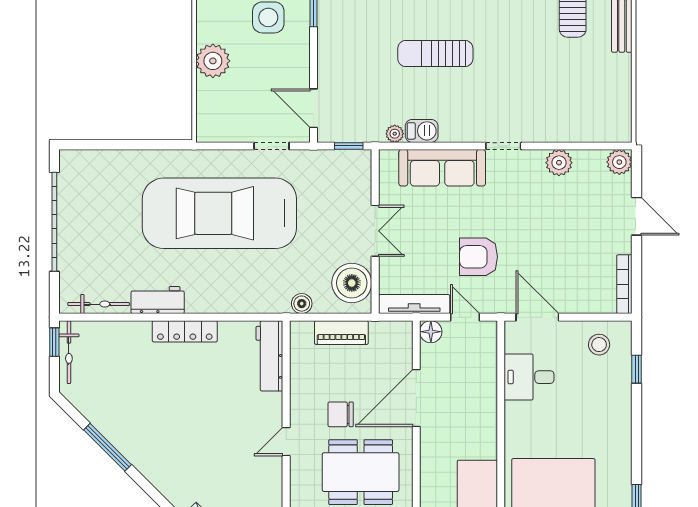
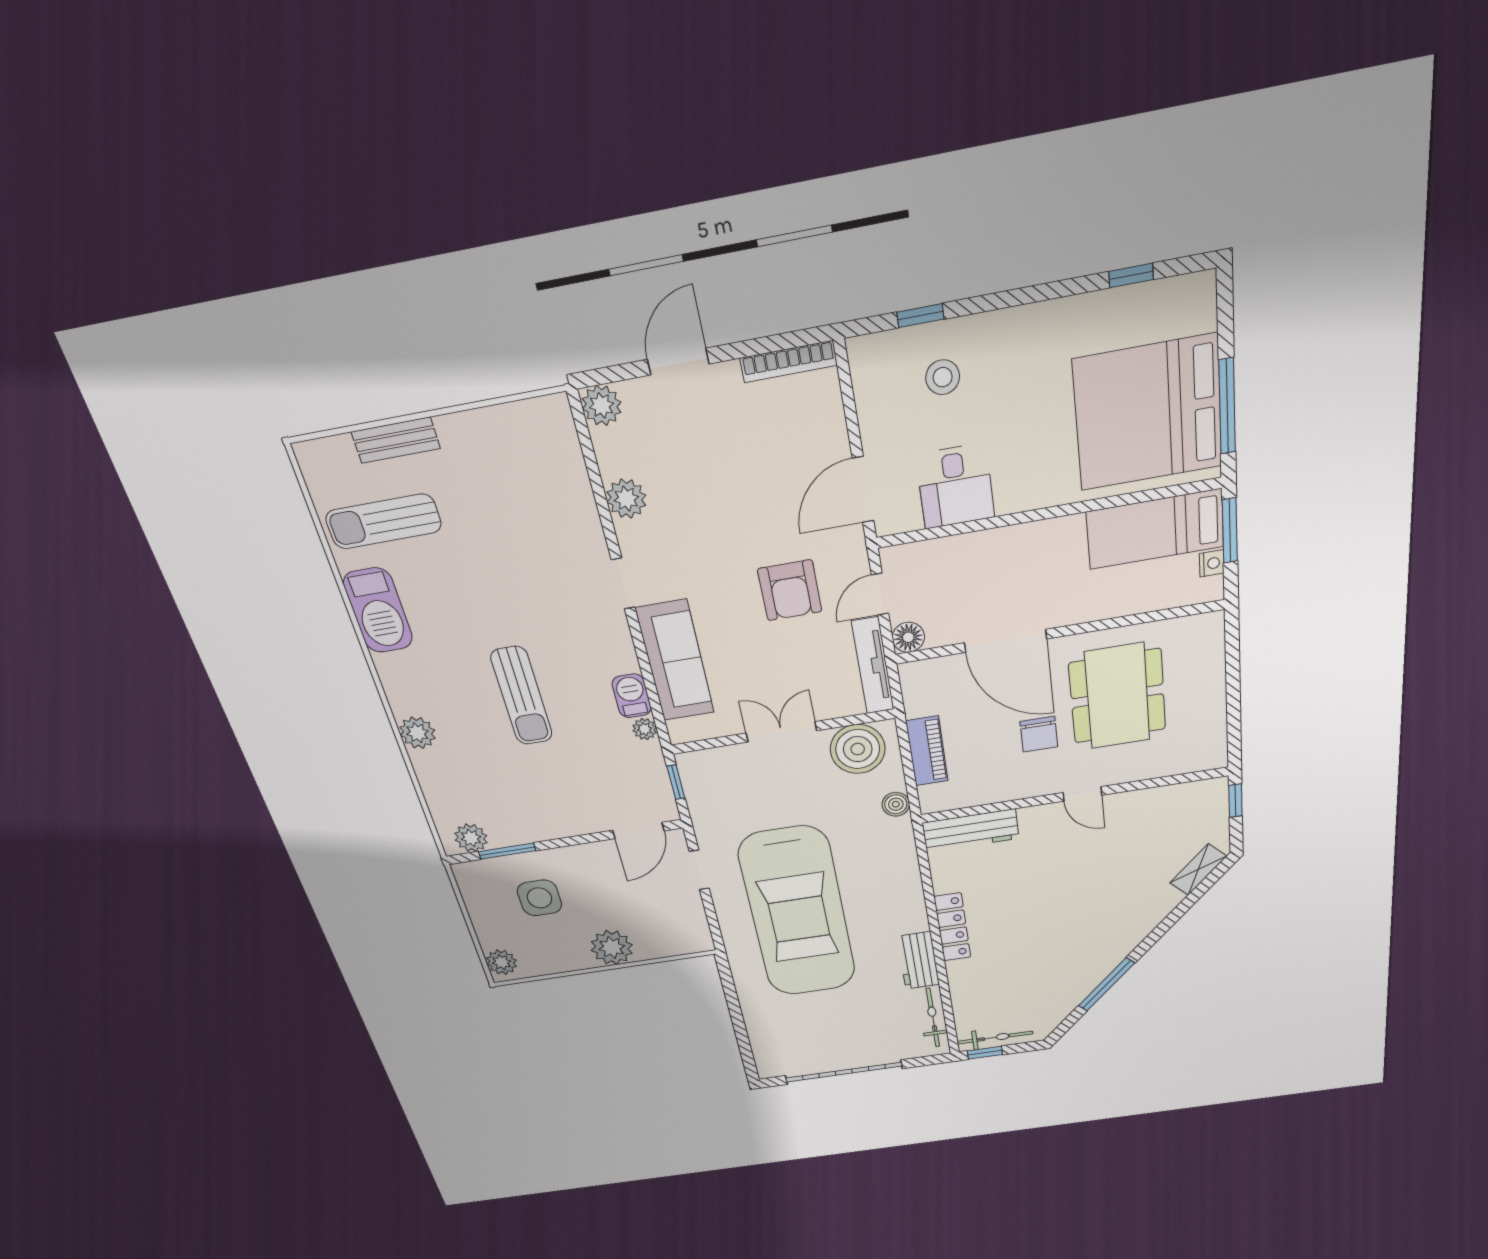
stool: (599, 345) -> (943, 377), moved

